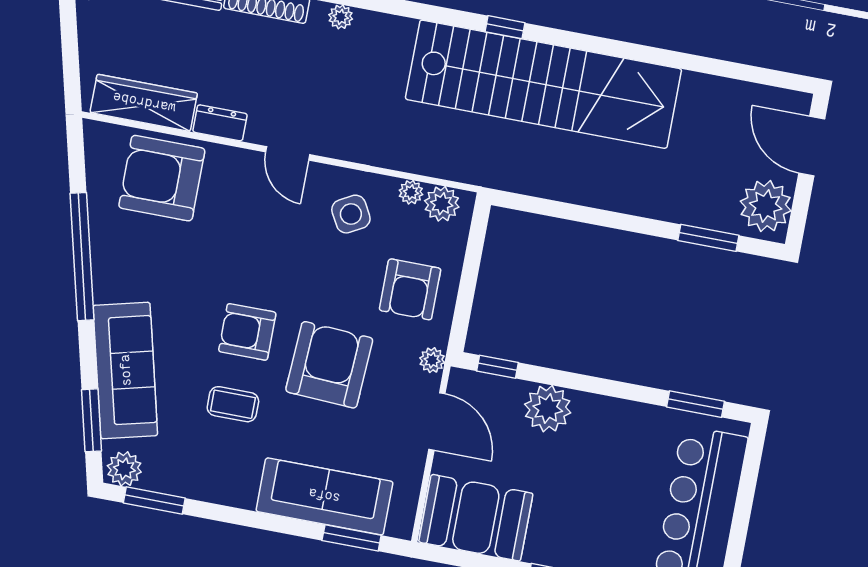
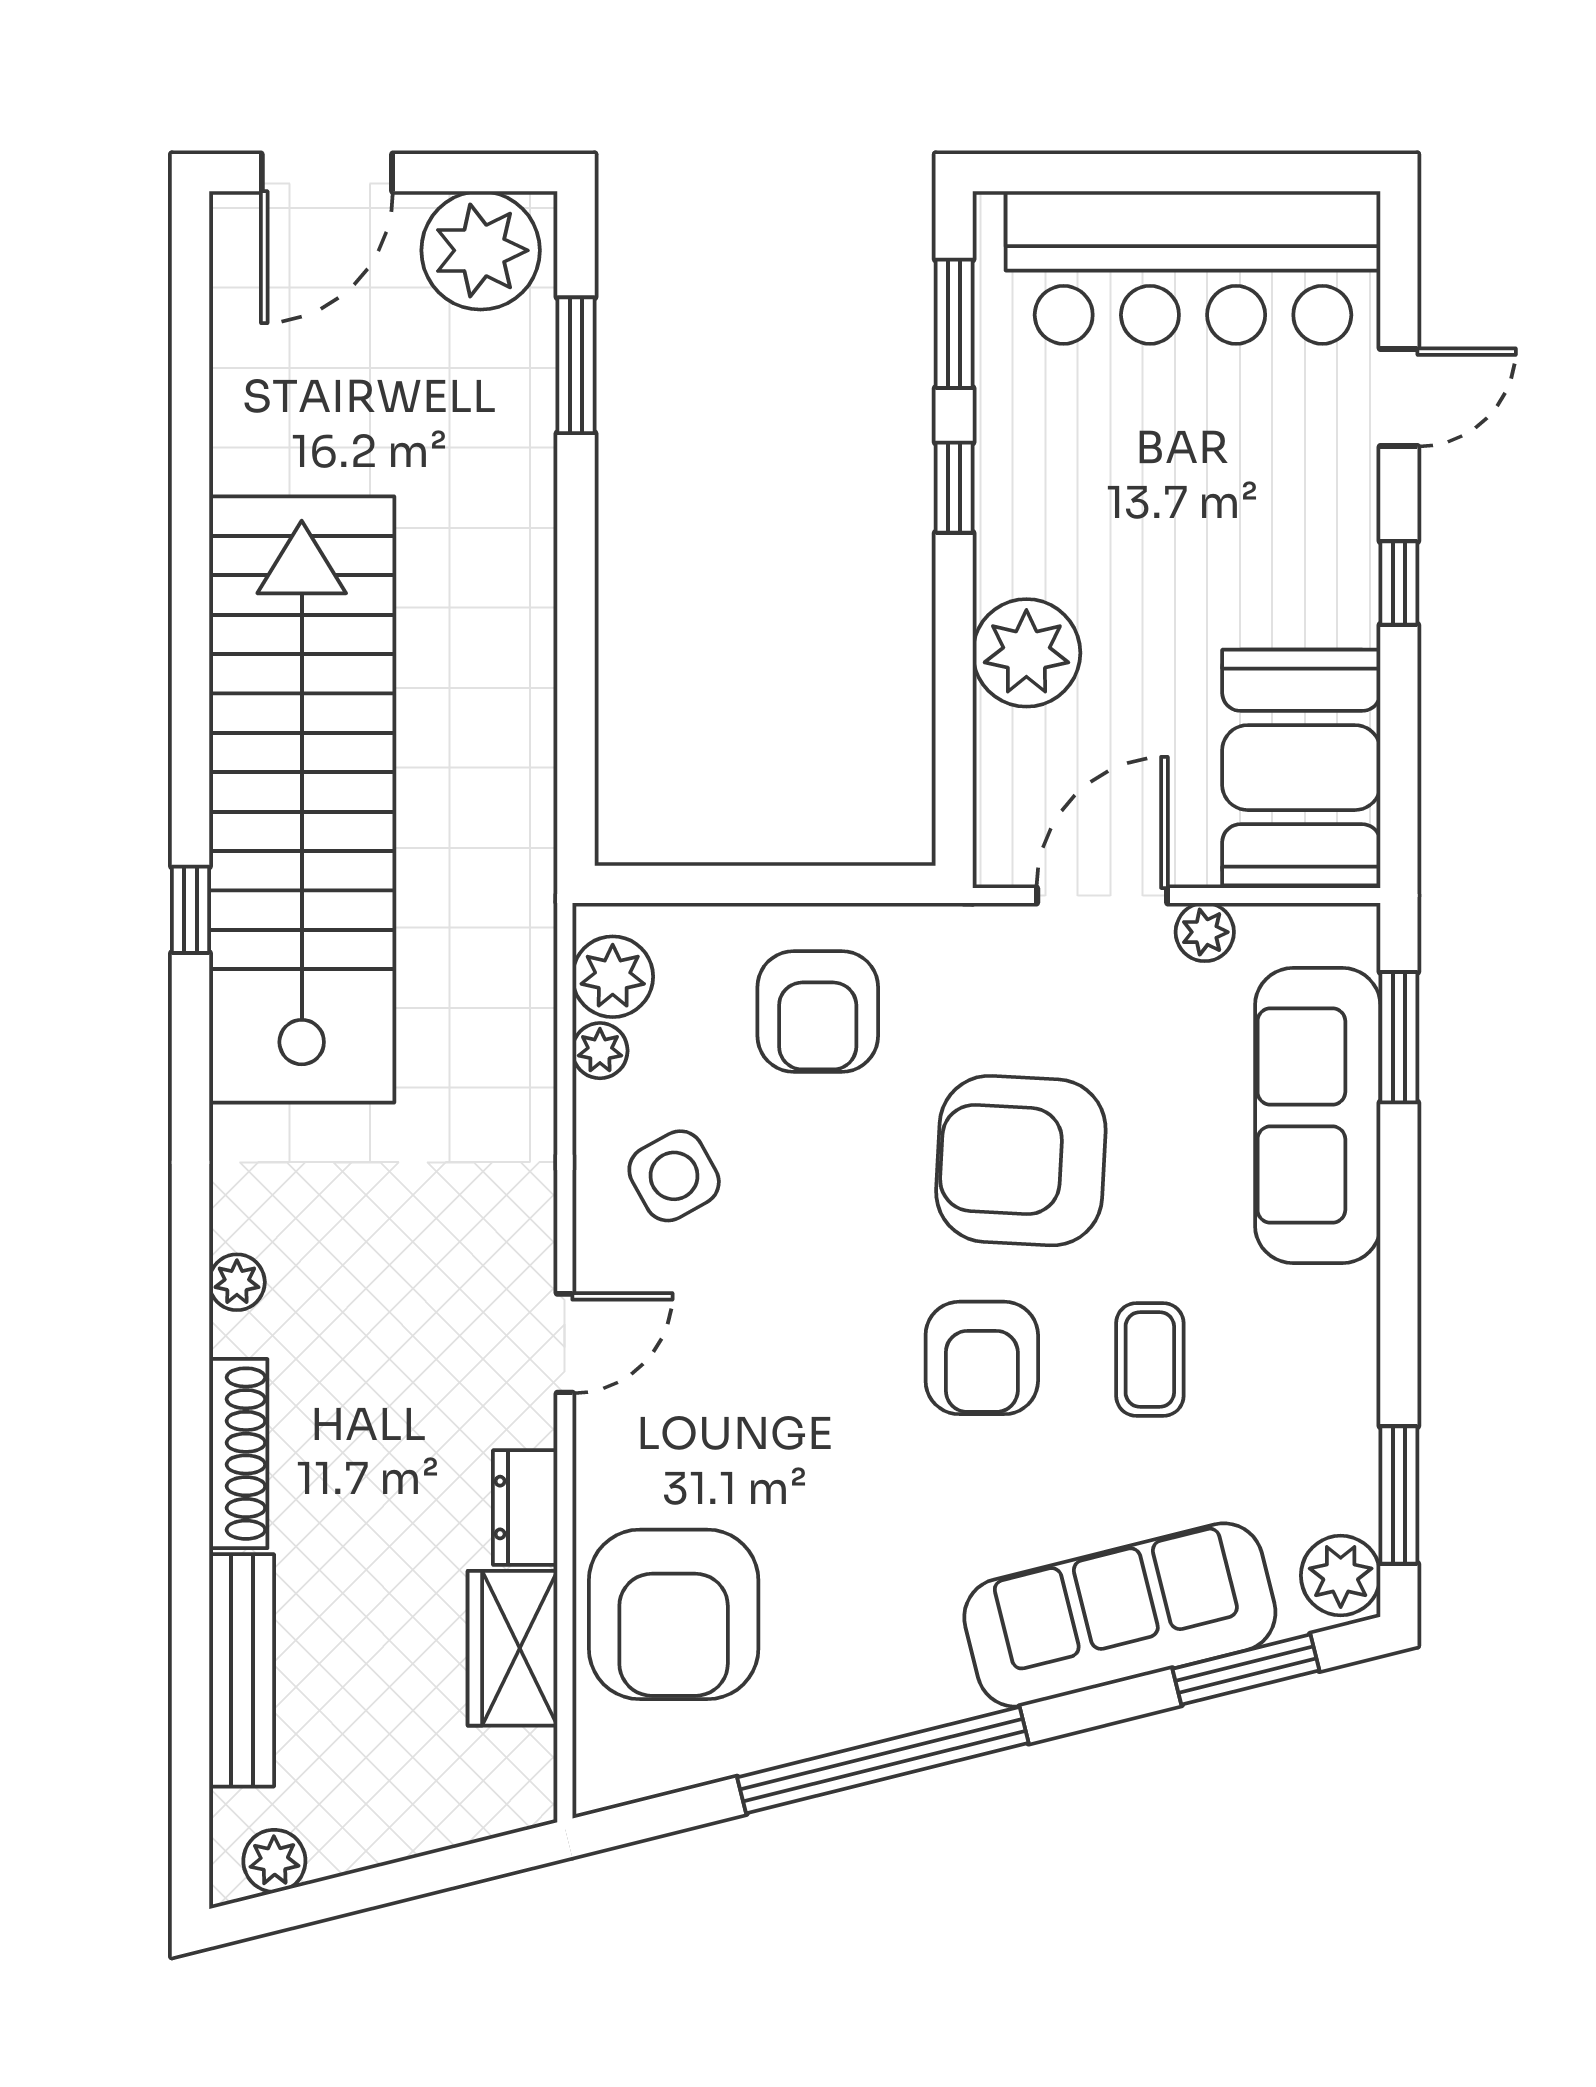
wardrobe: (144, 103) -> (513, 1648), width x0.67
armchair: (410, 289) -> (818, 1011), turned 90
plant: (432, 360) -> (1205, 932), moved
window: (498, 367) -> (954, 488), moved

